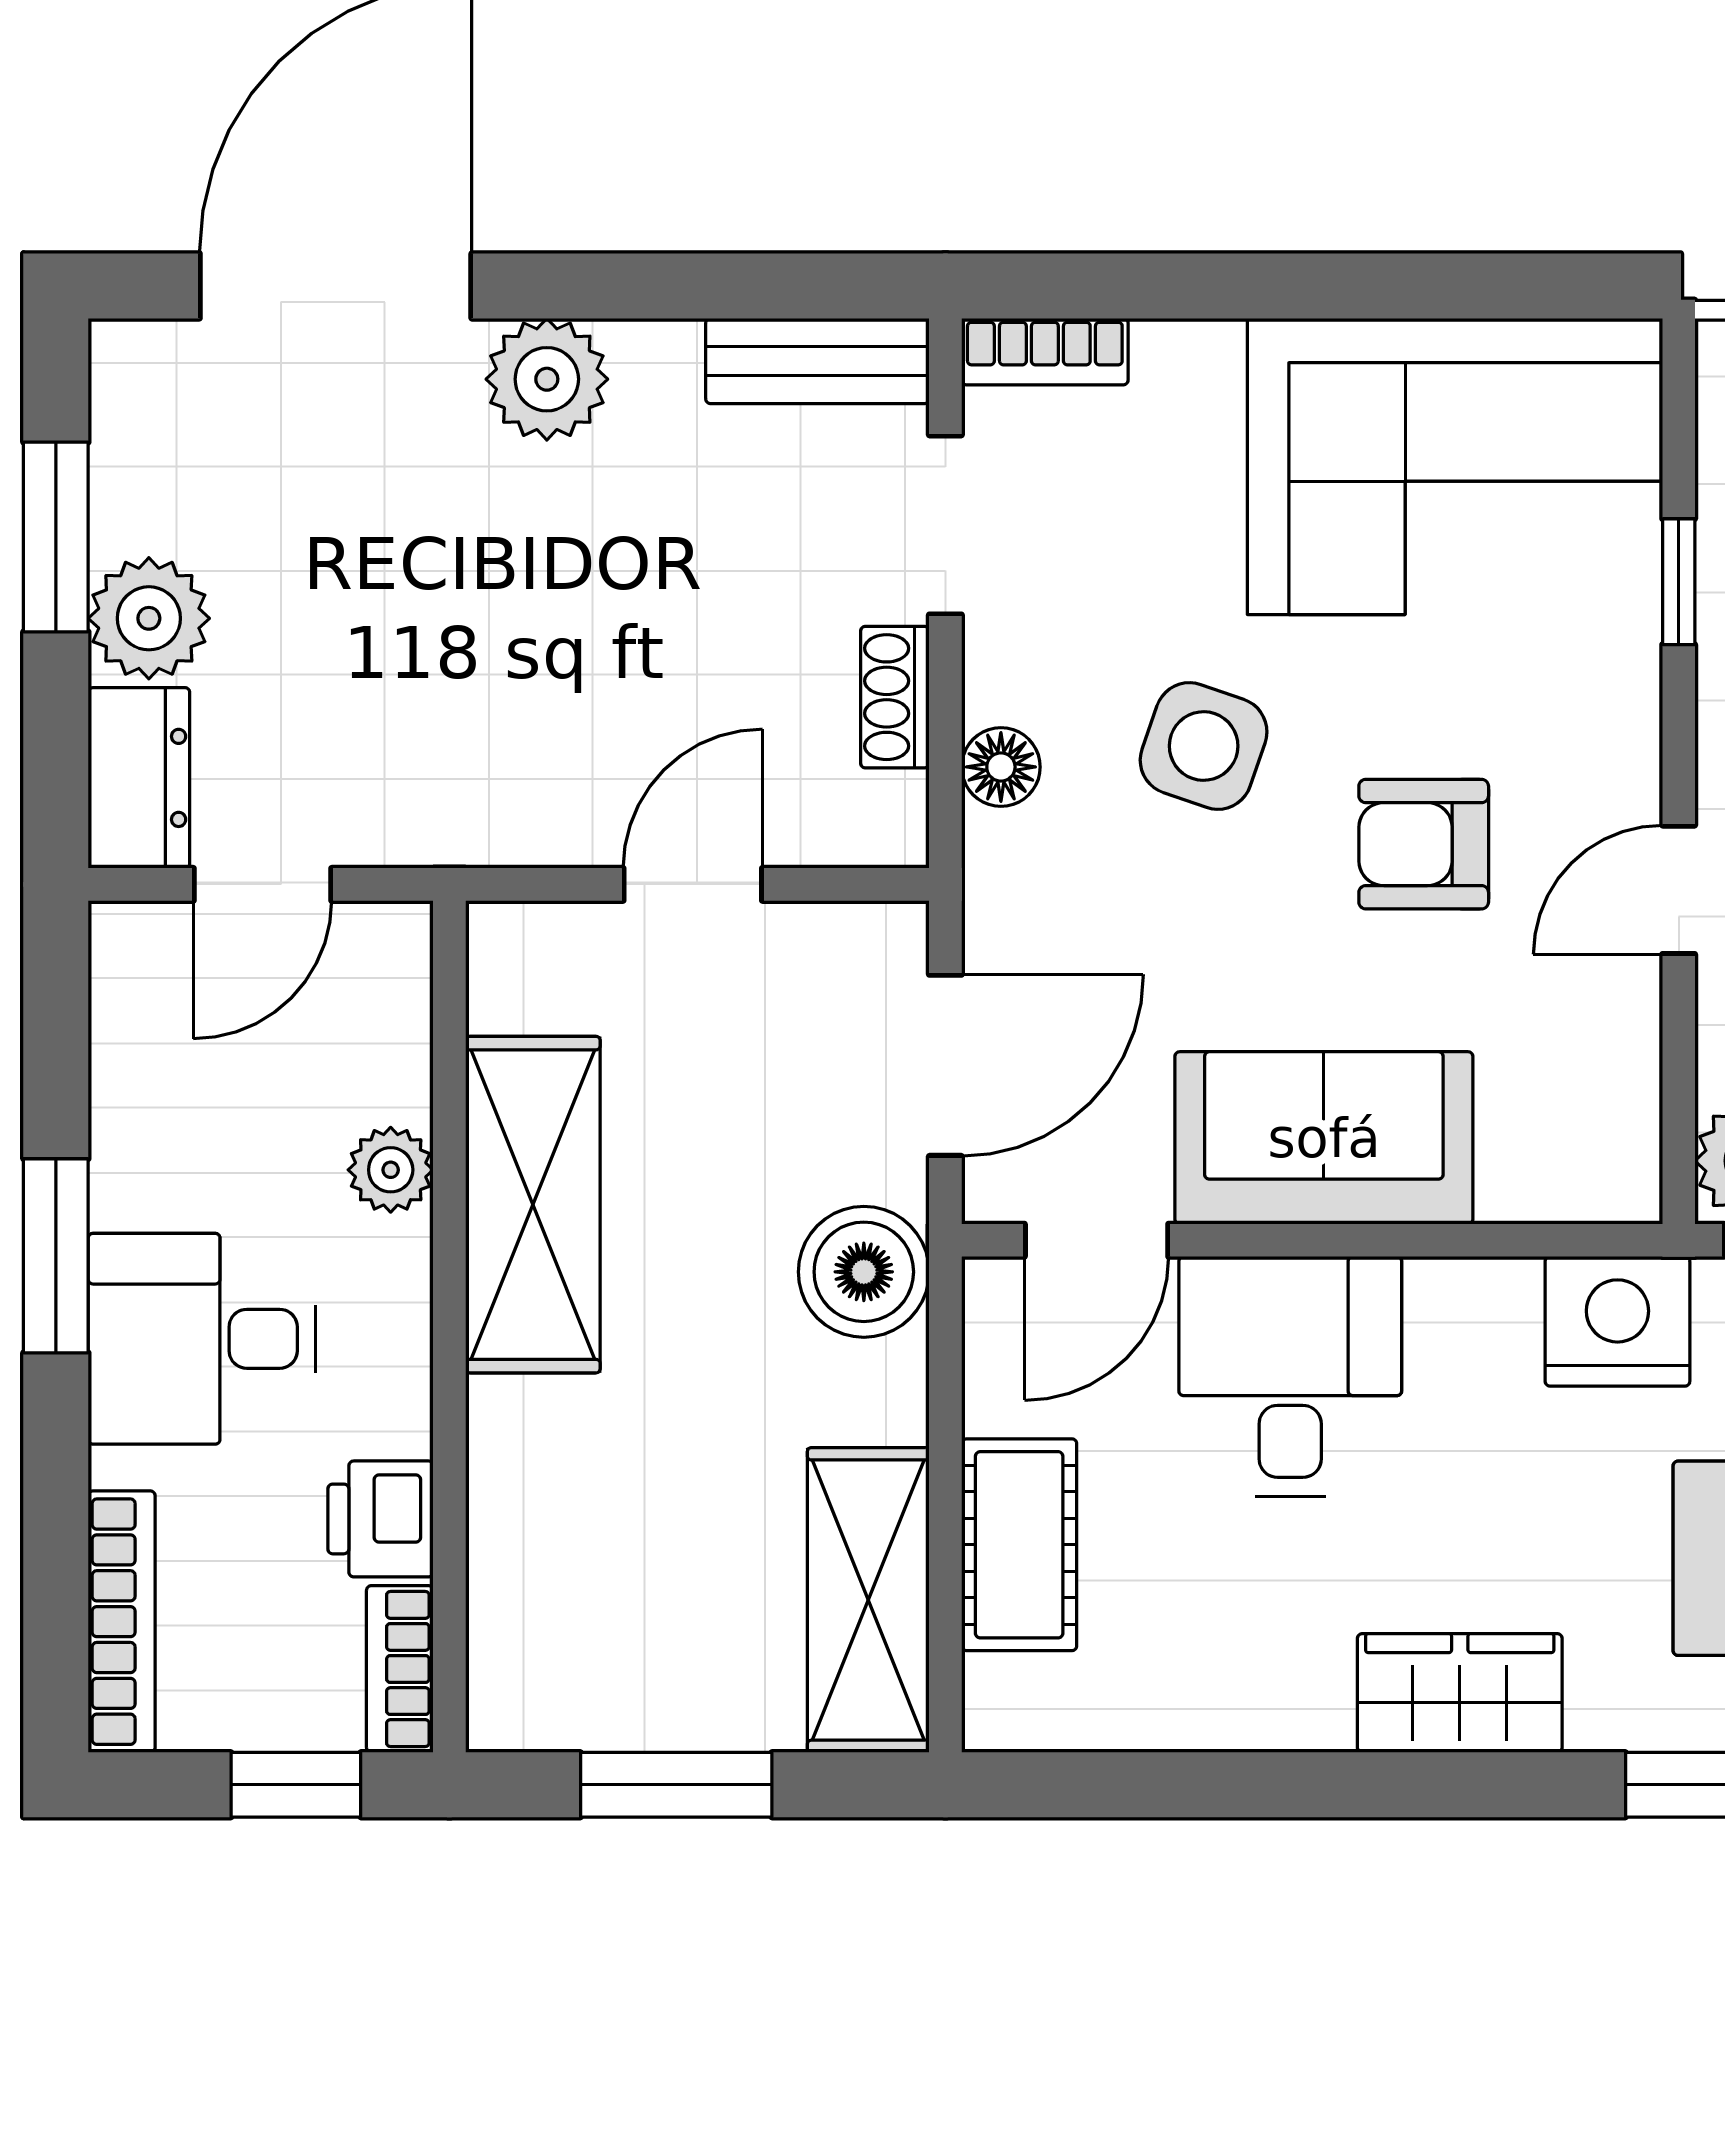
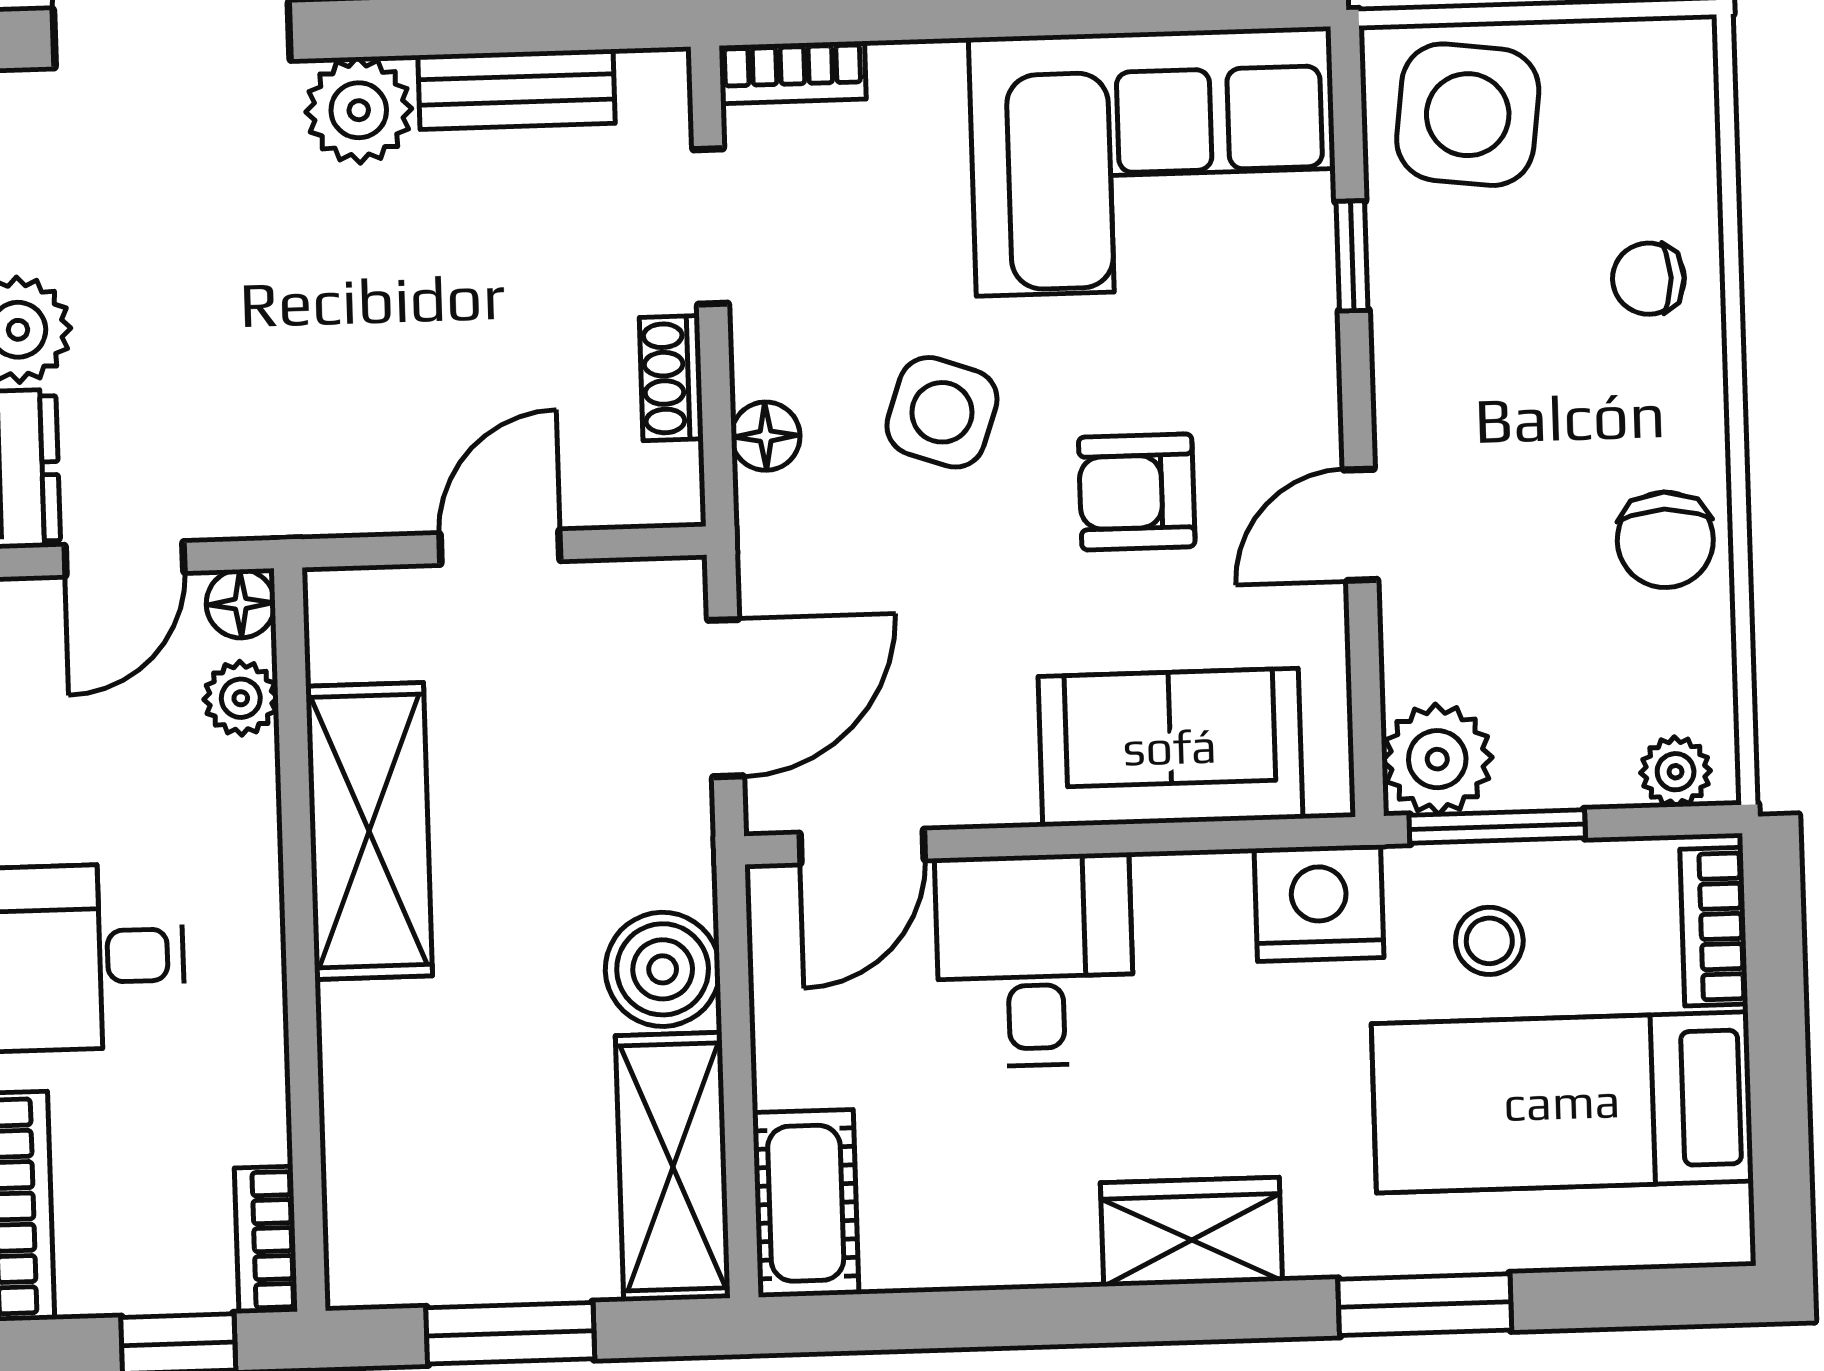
bench: (817, 361) -> (517, 89), moved
floor lamp: (394, 940) -> (241, 604), added
sofa: (1324, 1138) -> (1170, 747), moved
plant: (391, 1170) -> (241, 698), moved
boiler: (864, 1272) -> (663, 969), moved
printer: (380, 1519) -> (245, 1109), removed
cot: (1019, 1545) -> (806, 1203), moved

